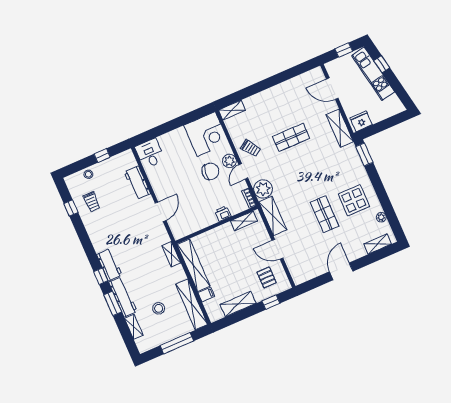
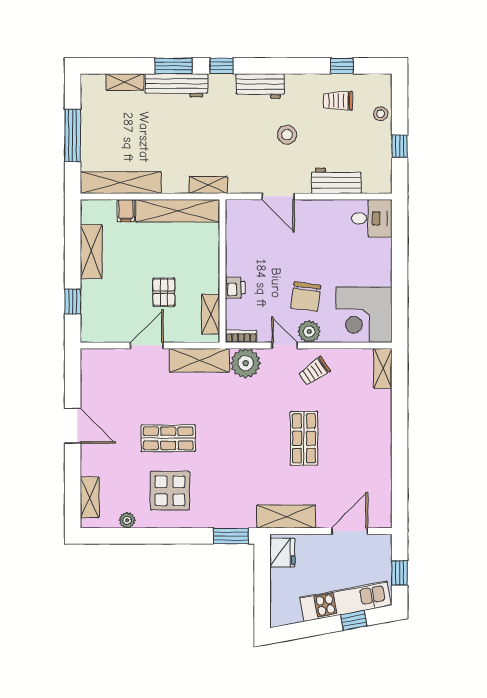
workbench: (109, 265) -> (260, 86), moved
pallet: (267, 277) -> (164, 292), moved, turned 90
stool: (159, 308) -> (287, 135), moved

